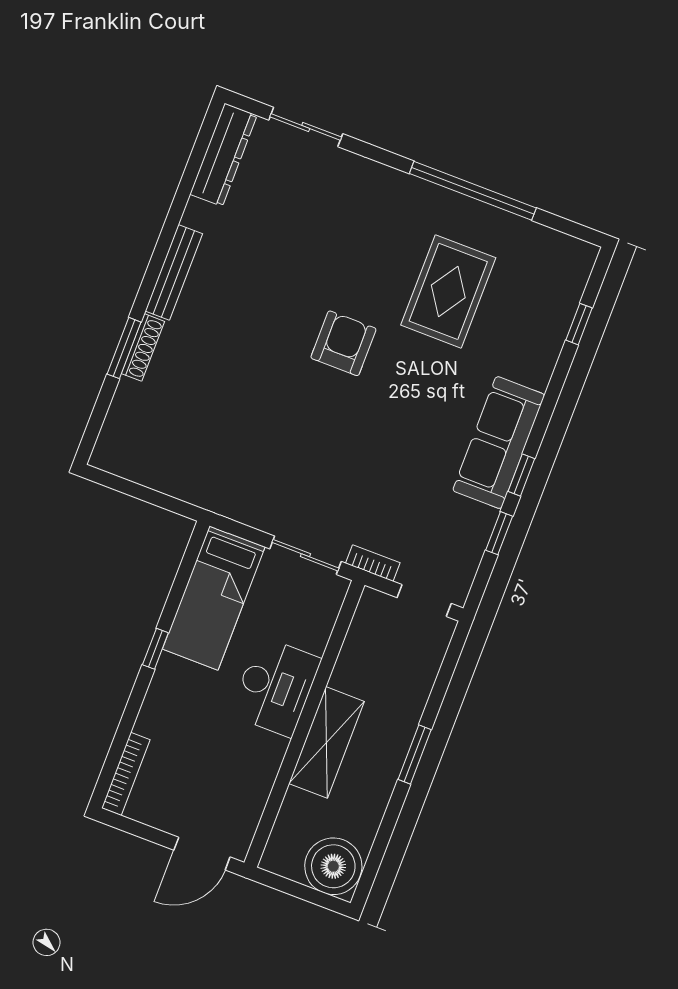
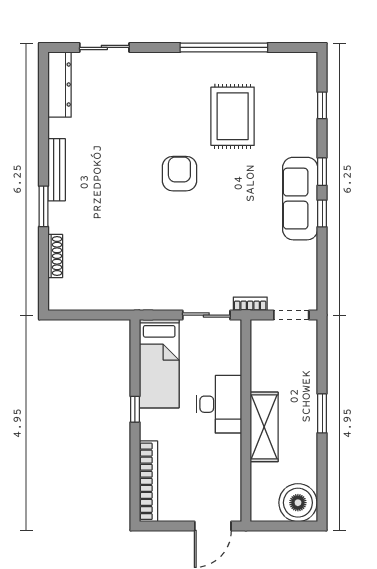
shoe rack: (143, 347) -> (55, 256), moved
window: (124, 348) -> (44, 206), moved
window: (499, 533) -> (322, 172), moved
bookcase: (126, 774) -> (148, 481), width x1.48, depth x1.31

